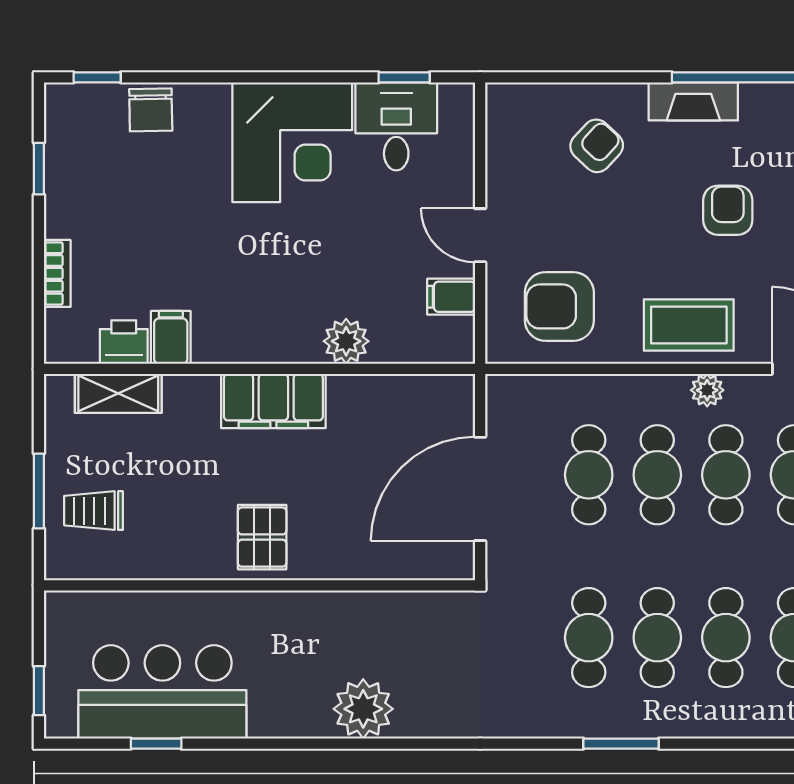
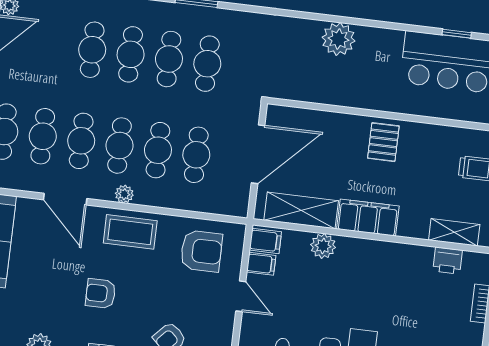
armchair: (728, 210) -> (101, 293), turned 90
filing cabinet: (171, 337) -> (265, 241), moved, turned -90
shelving: (392, 399) -> (301, 210), added

